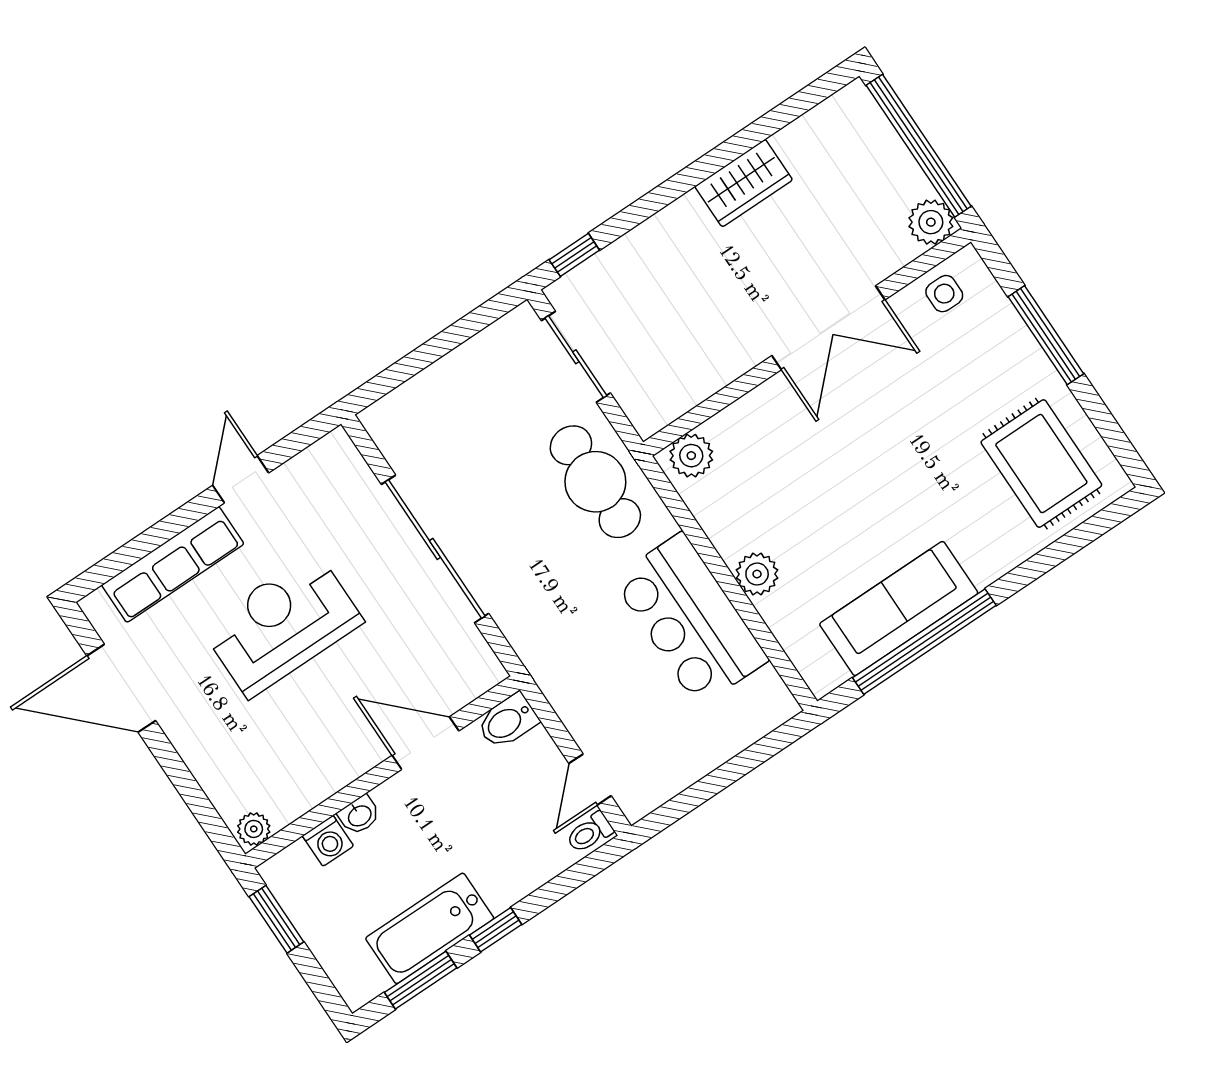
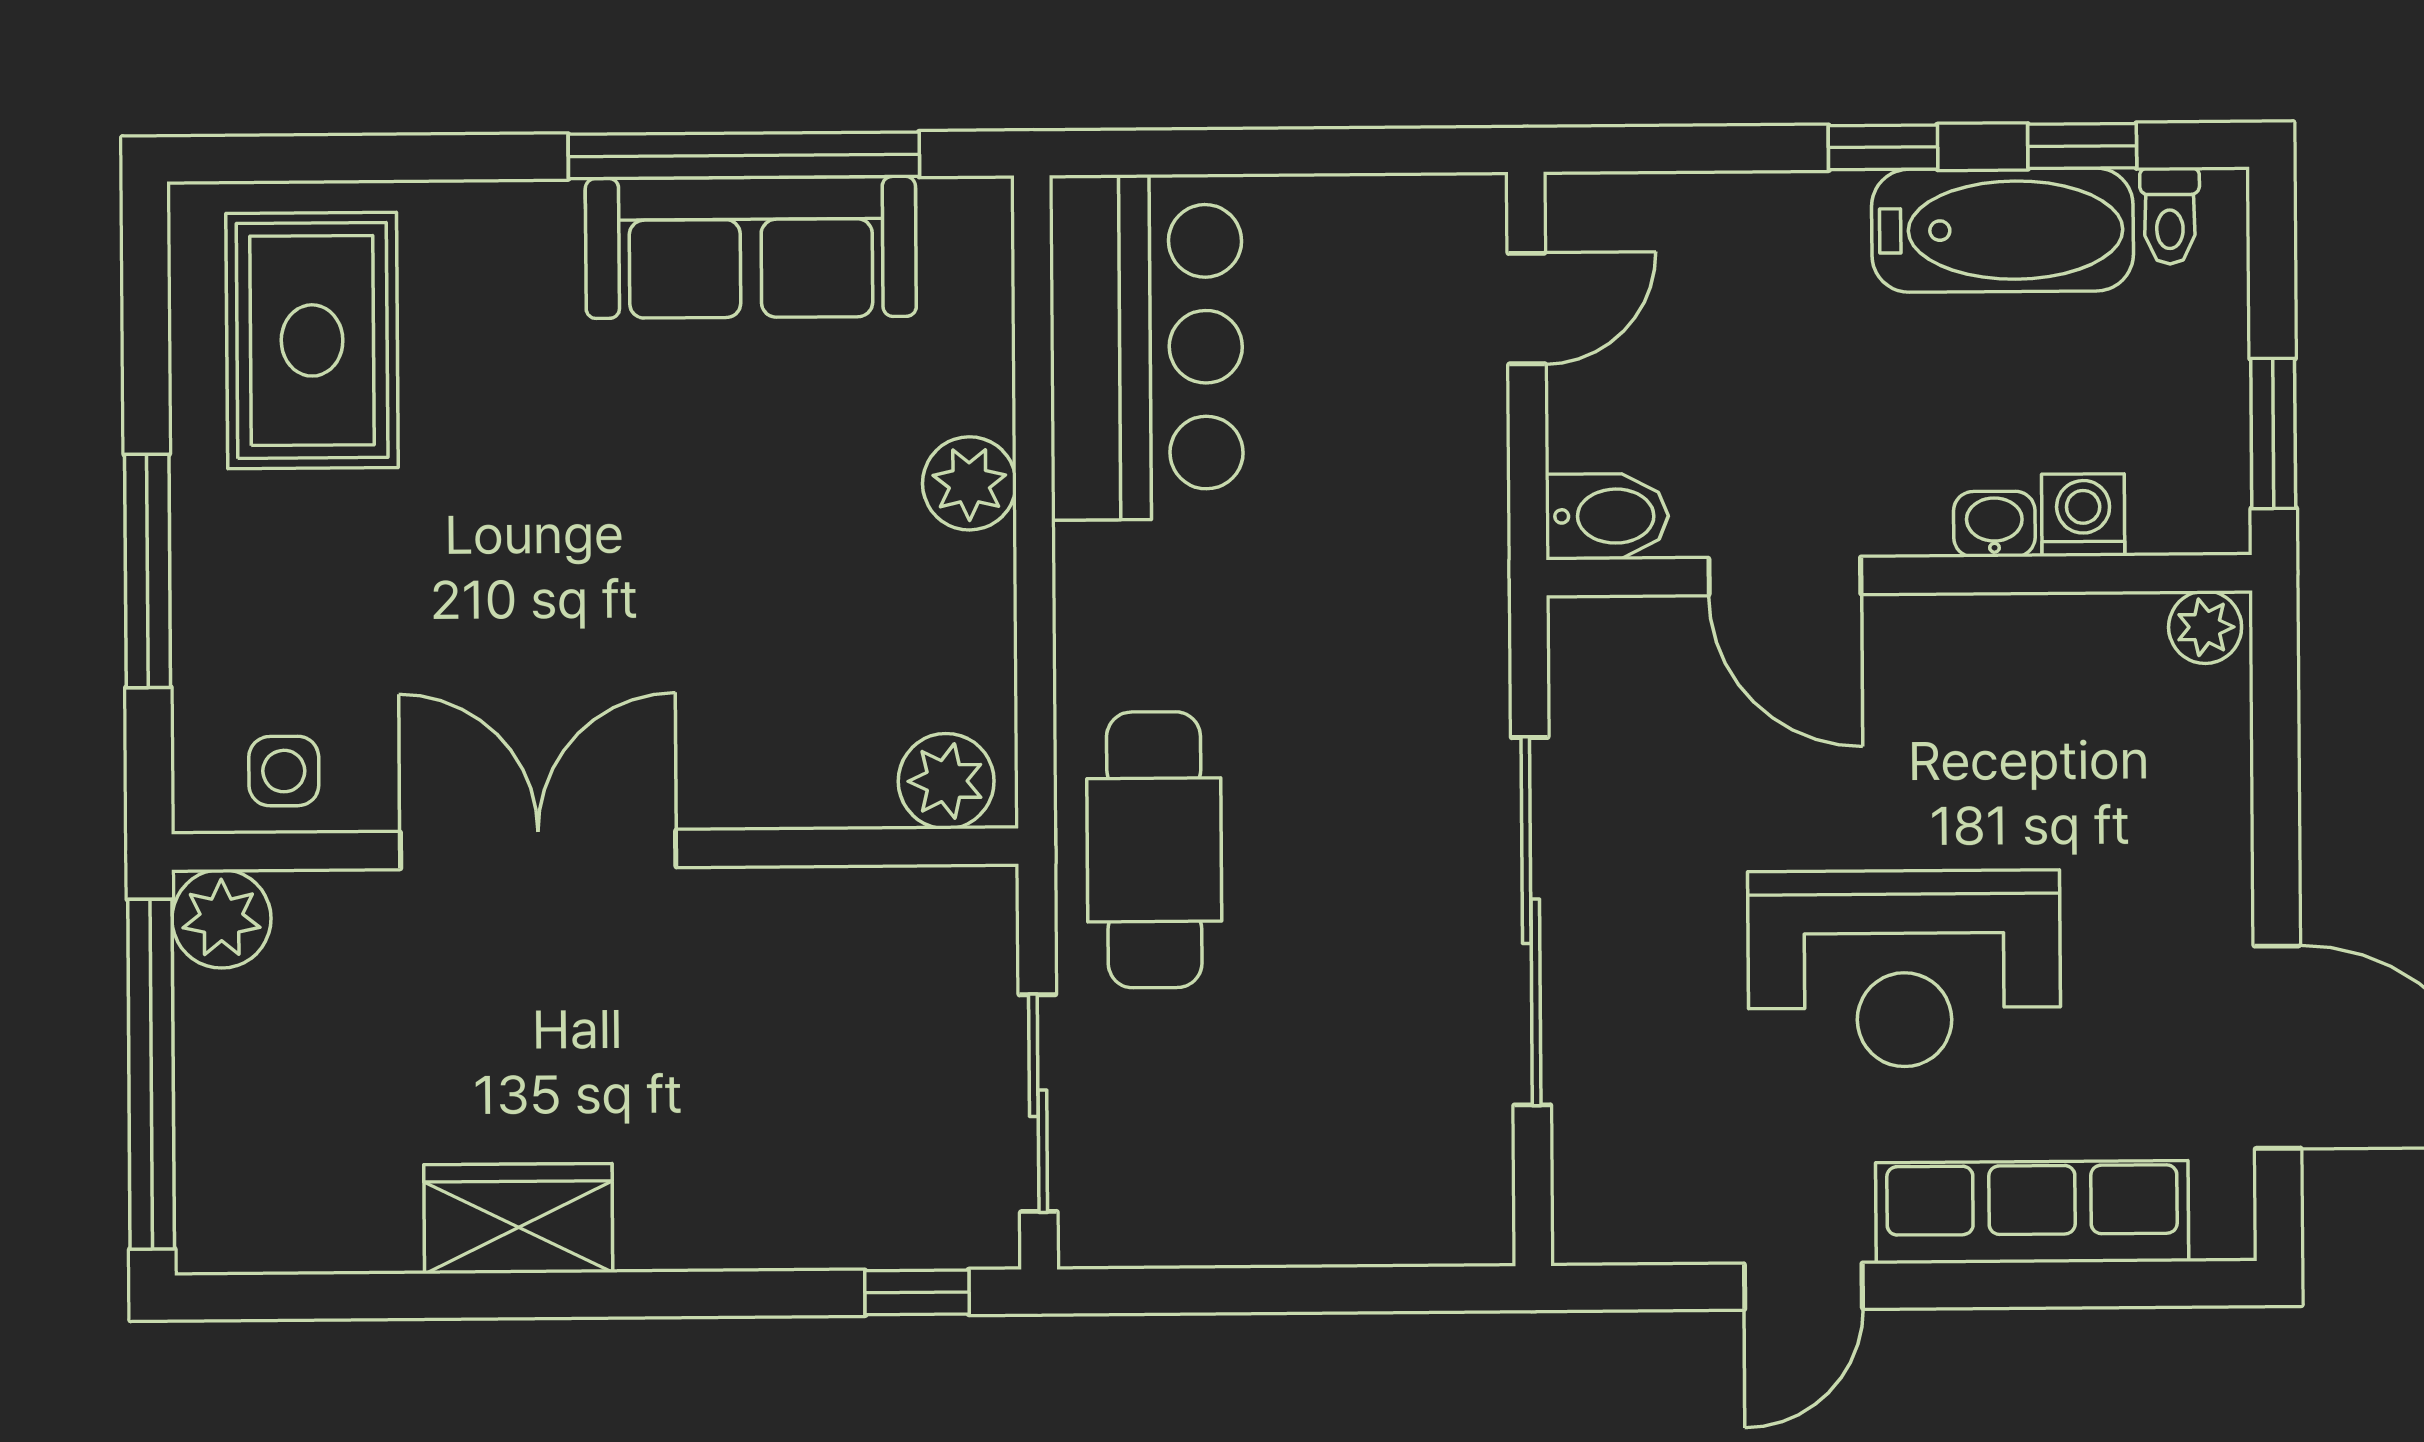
bar counter: (690, 619) -> (1146, 347), moved
toilet: (590, 833) -> (2170, 216), moved, turned 90
window: (421, 980) -> (2082, 146), width x0.67

